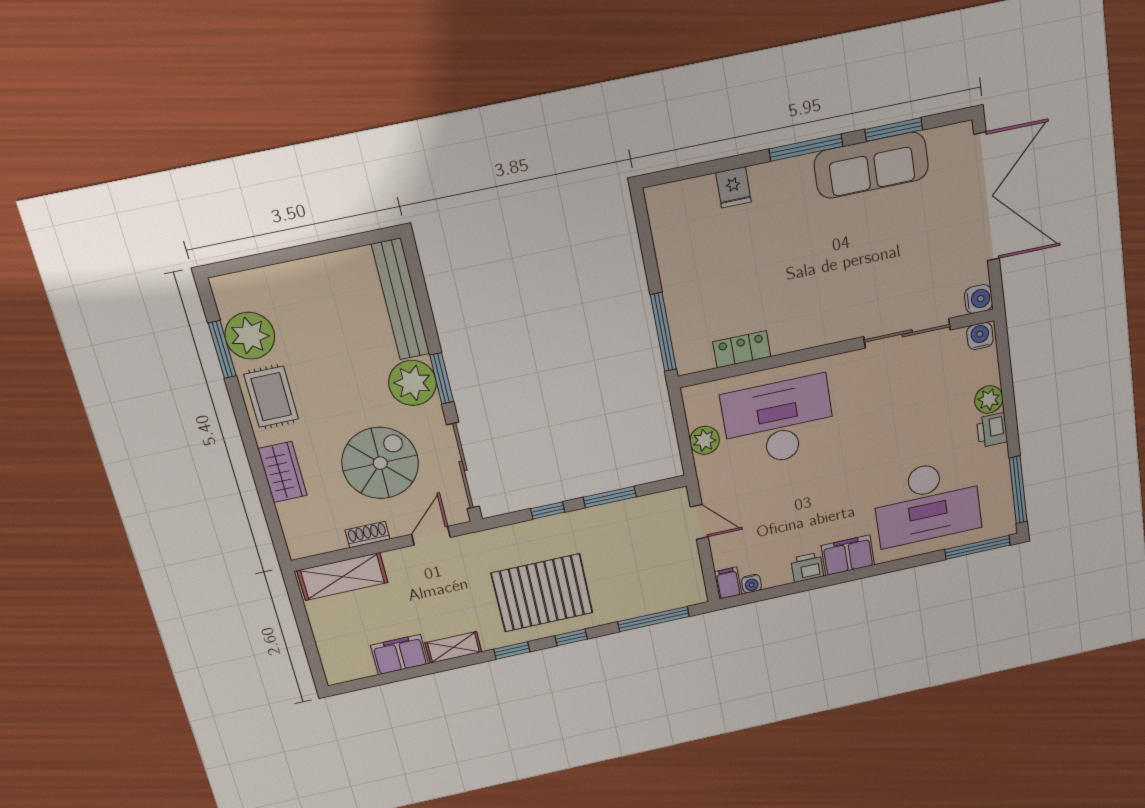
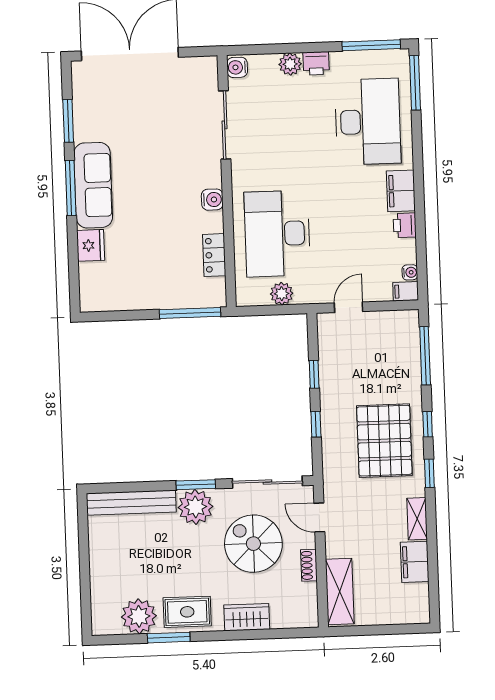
sofa: (871, 165) -> (93, 185), moved
fridge: (733, 187) -> (91, 245), width x1.38
water cooler: (979, 299) -> (212, 200), moved, turned 90
window: (222, 349) -> (169, 638), moved
window: (610, 497) -> (314, 374), width x0.67

